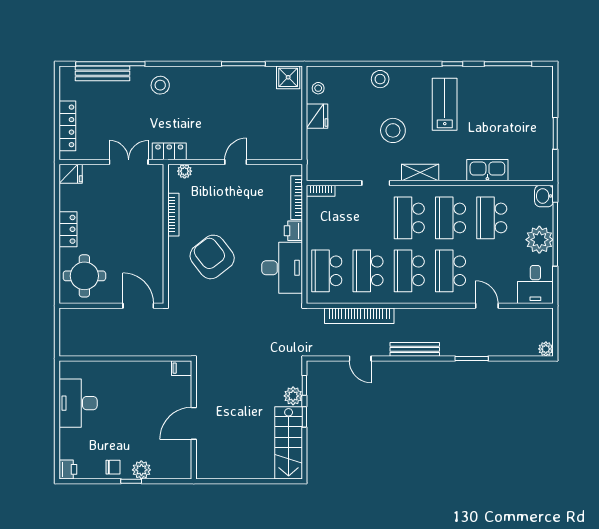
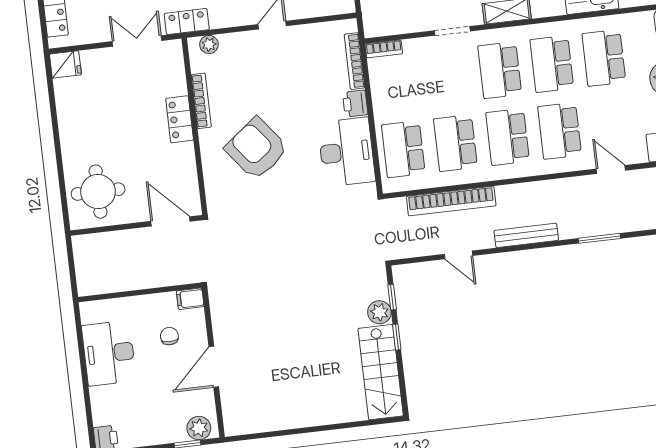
locker: (68, 229) -> (180, 119), moved, turned 180
filing cabinet: (182, 368) -> (190, 299), moved
wall: (194, 420) -> (213, 362), moved
door: (194, 423) -> (214, 367), moved
chair: (113, 467) -> (169, 336), moved, turned -90

